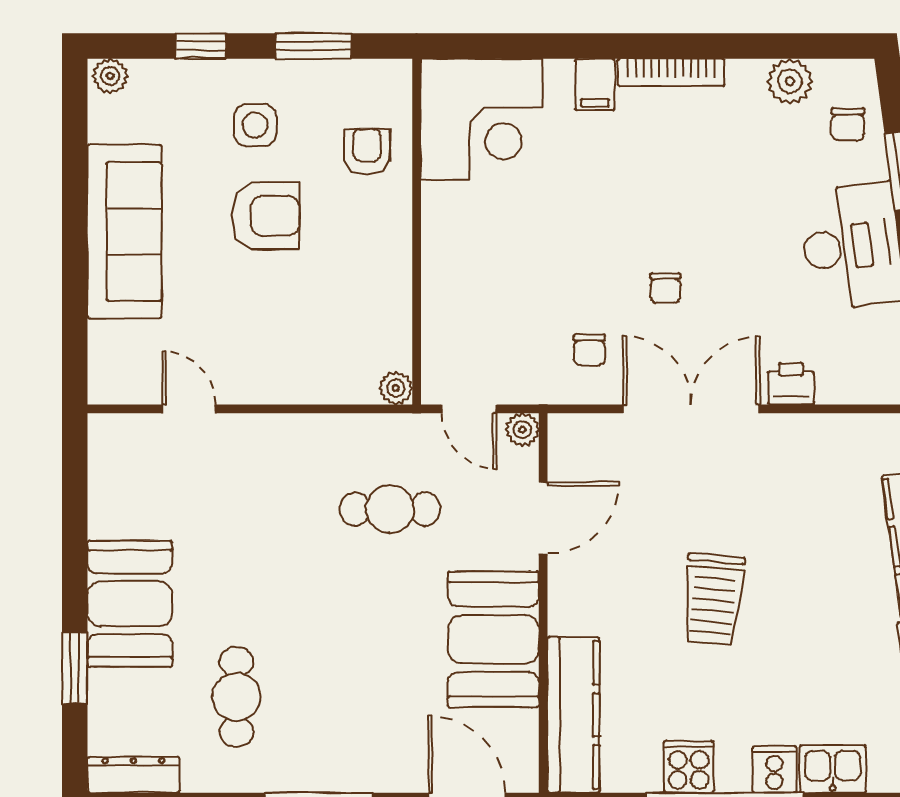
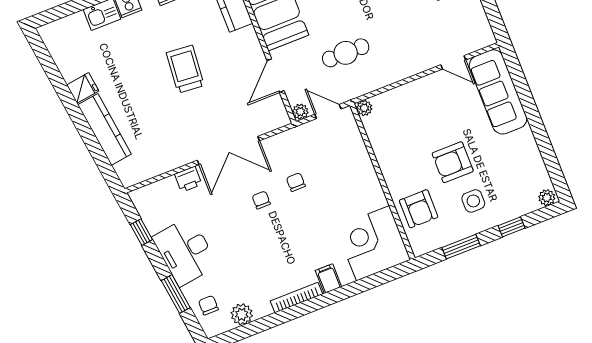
armchair: (367, 152) -> (419, 209), width x1.38, depth x1.38
sofa: (124, 231) -> (498, 92), moved
chair: (589, 350) -> (296, 182), moved

